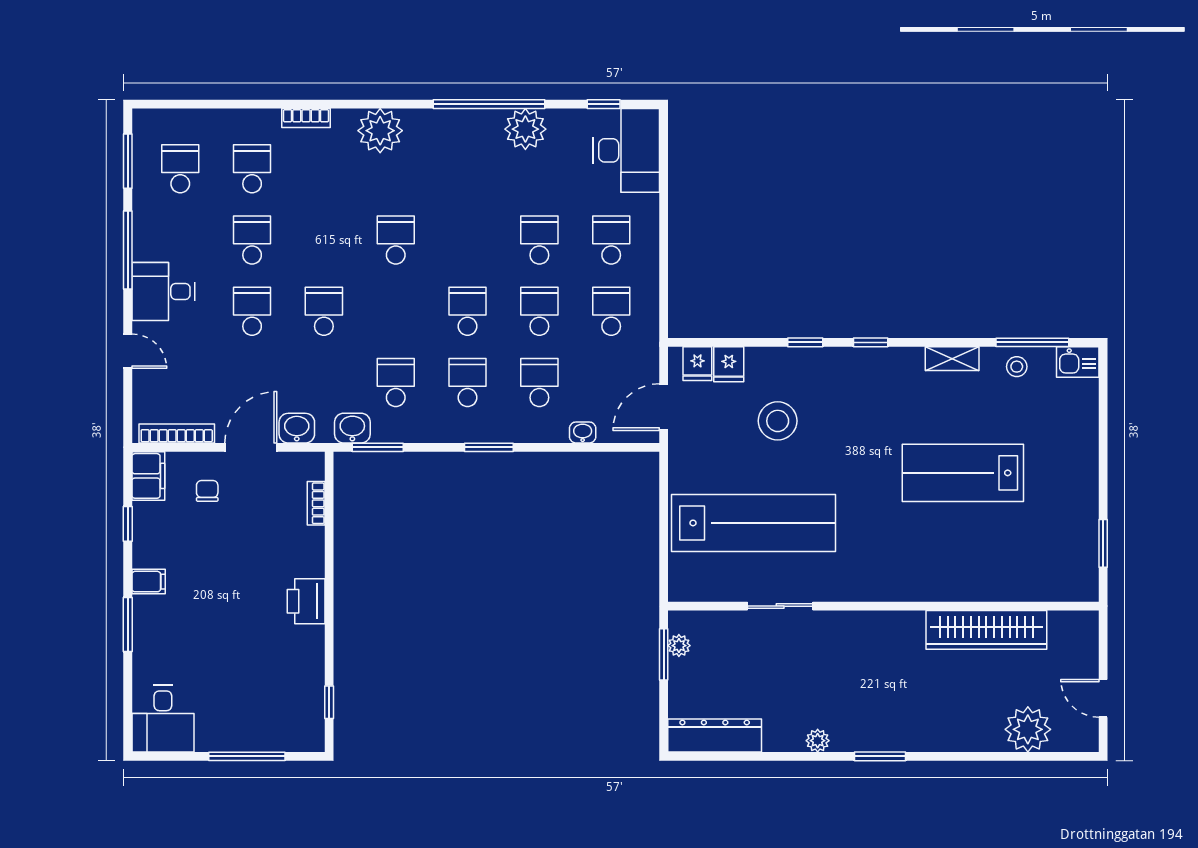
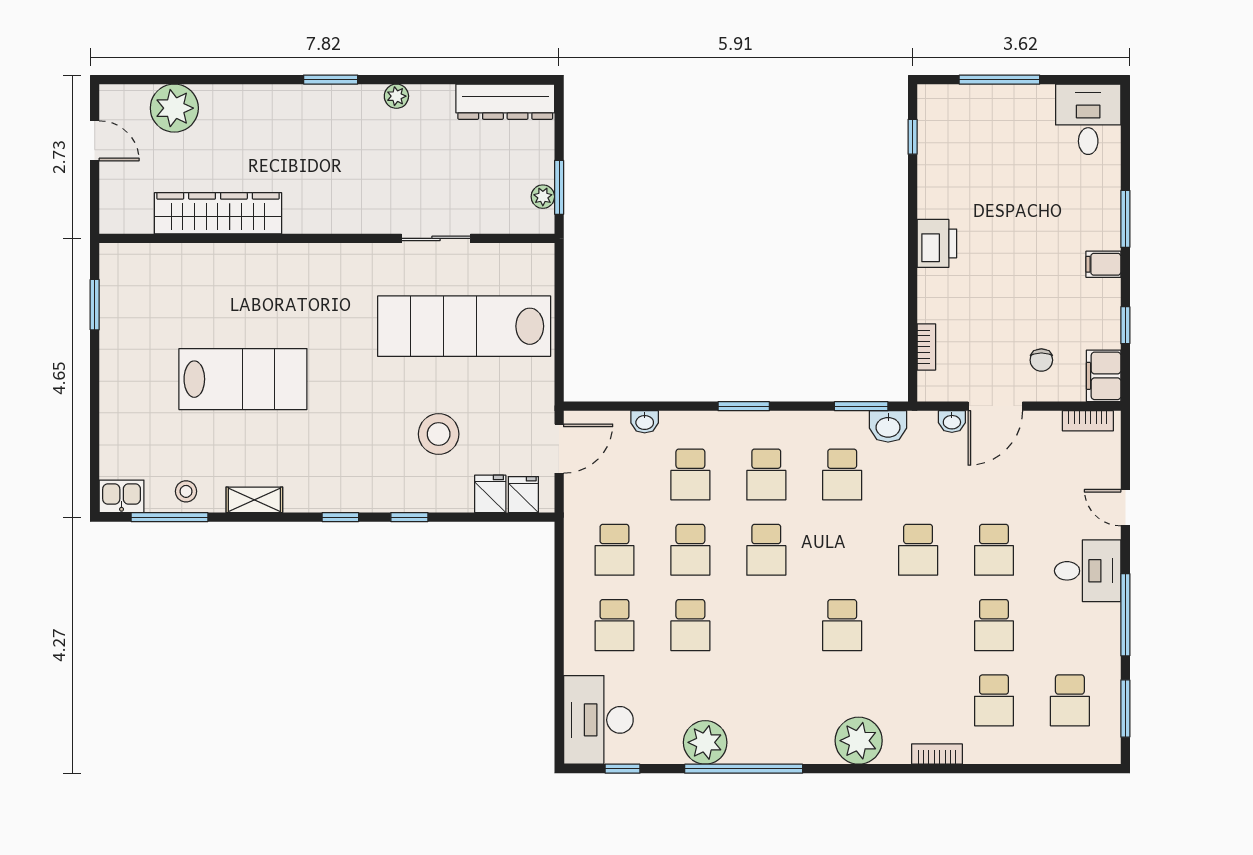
washbasin: (297, 428) -> (952, 422), width x0.72, depth x0.69
bookcase: (177, 433) -> (1088, 421), width x0.64

